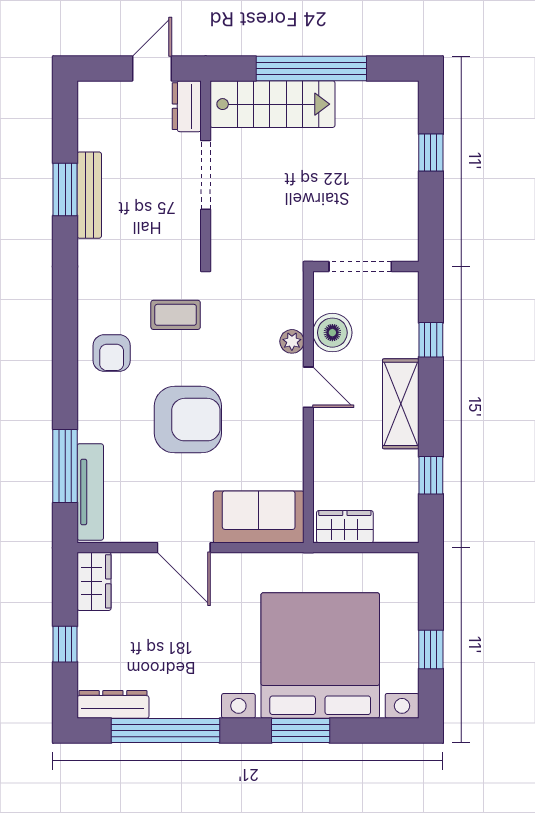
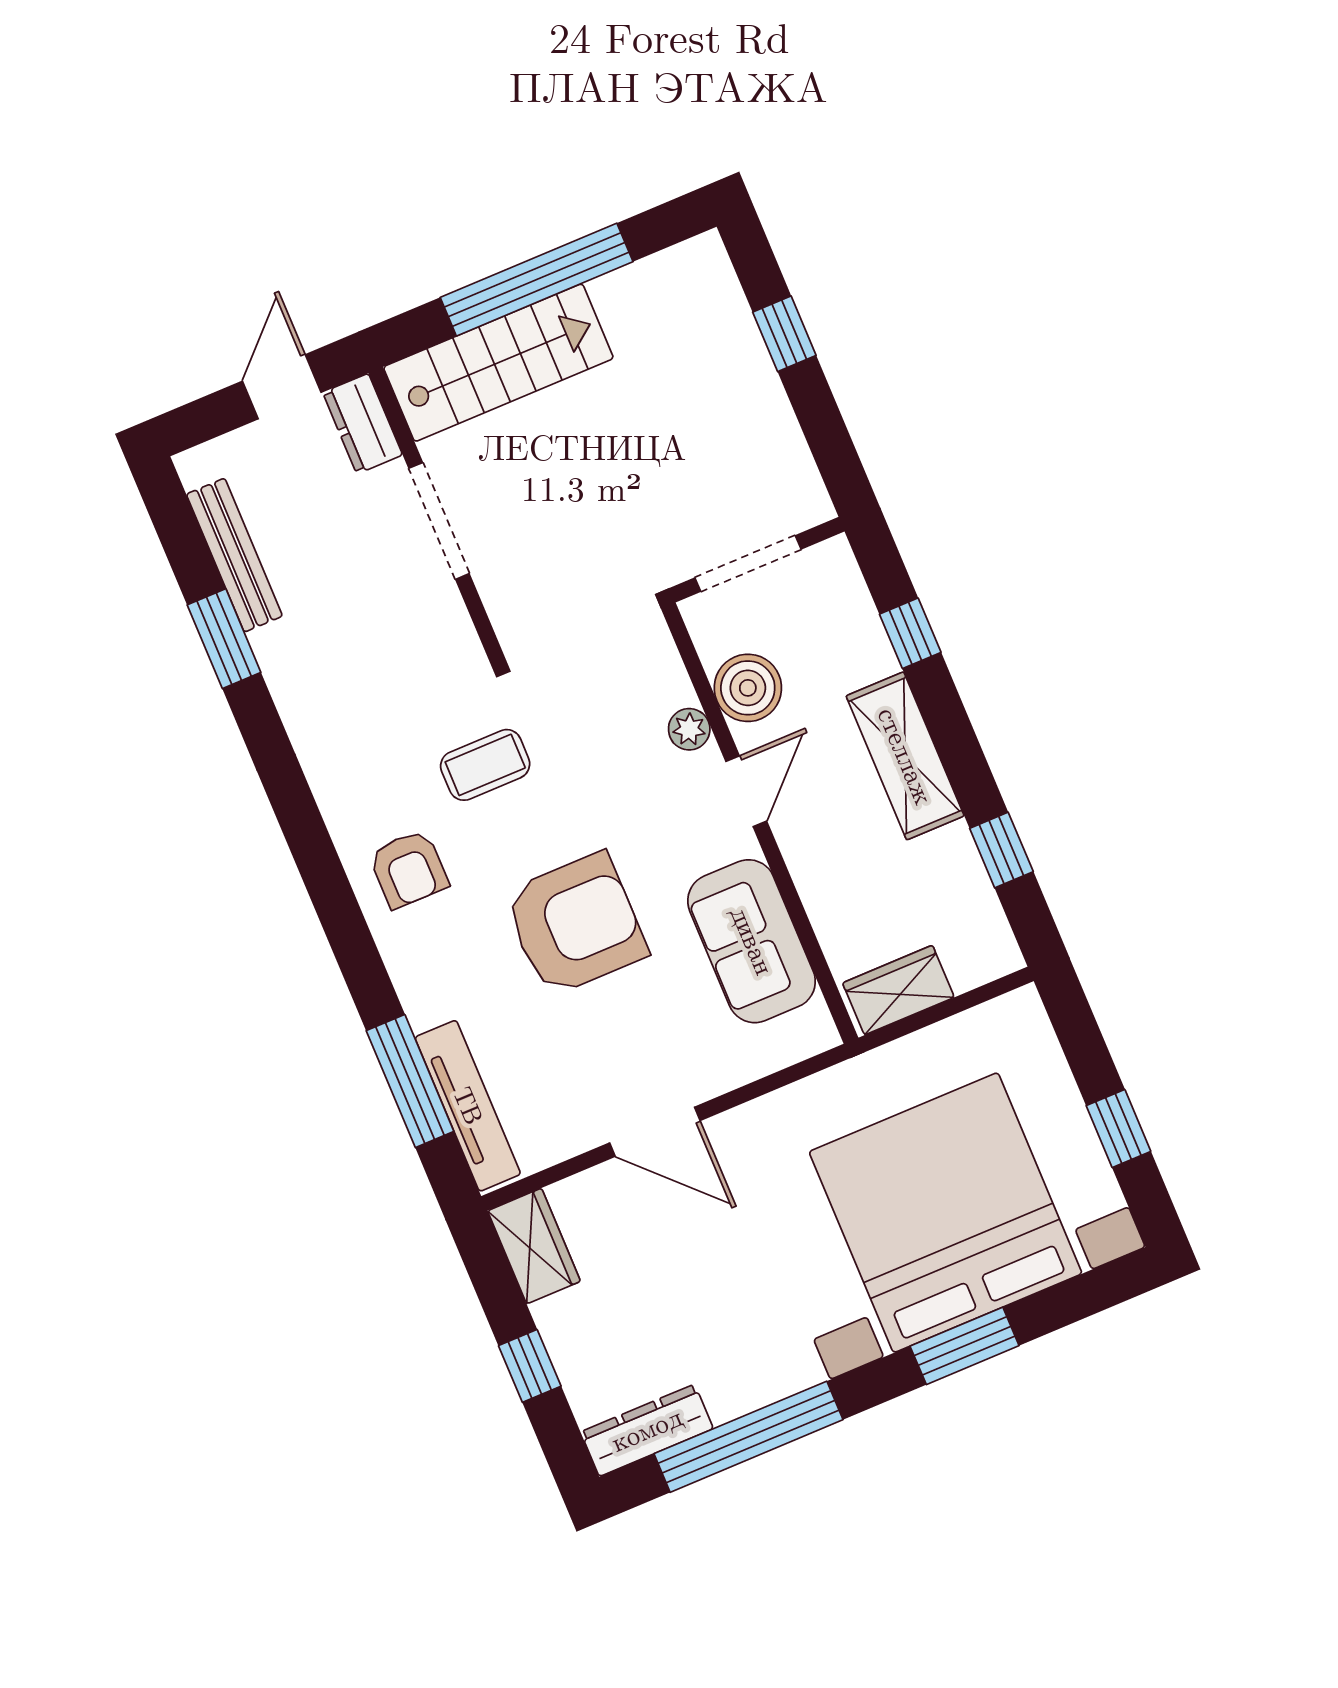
bench: (89, 195) -> (234, 555), moved
door: (308, 387) -> (746, 791), hinge flipped
sofa: (259, 517) -> (752, 941), moved, turned -90

